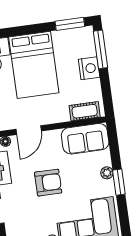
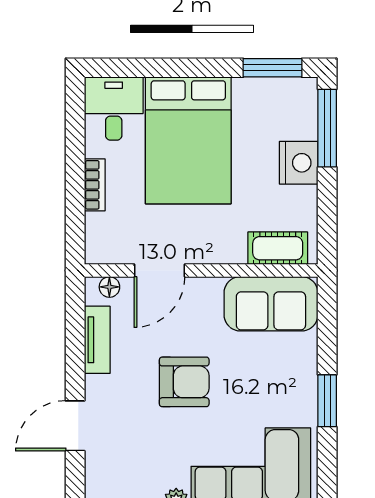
plant: (107, 173) -> (305, 379), removed

